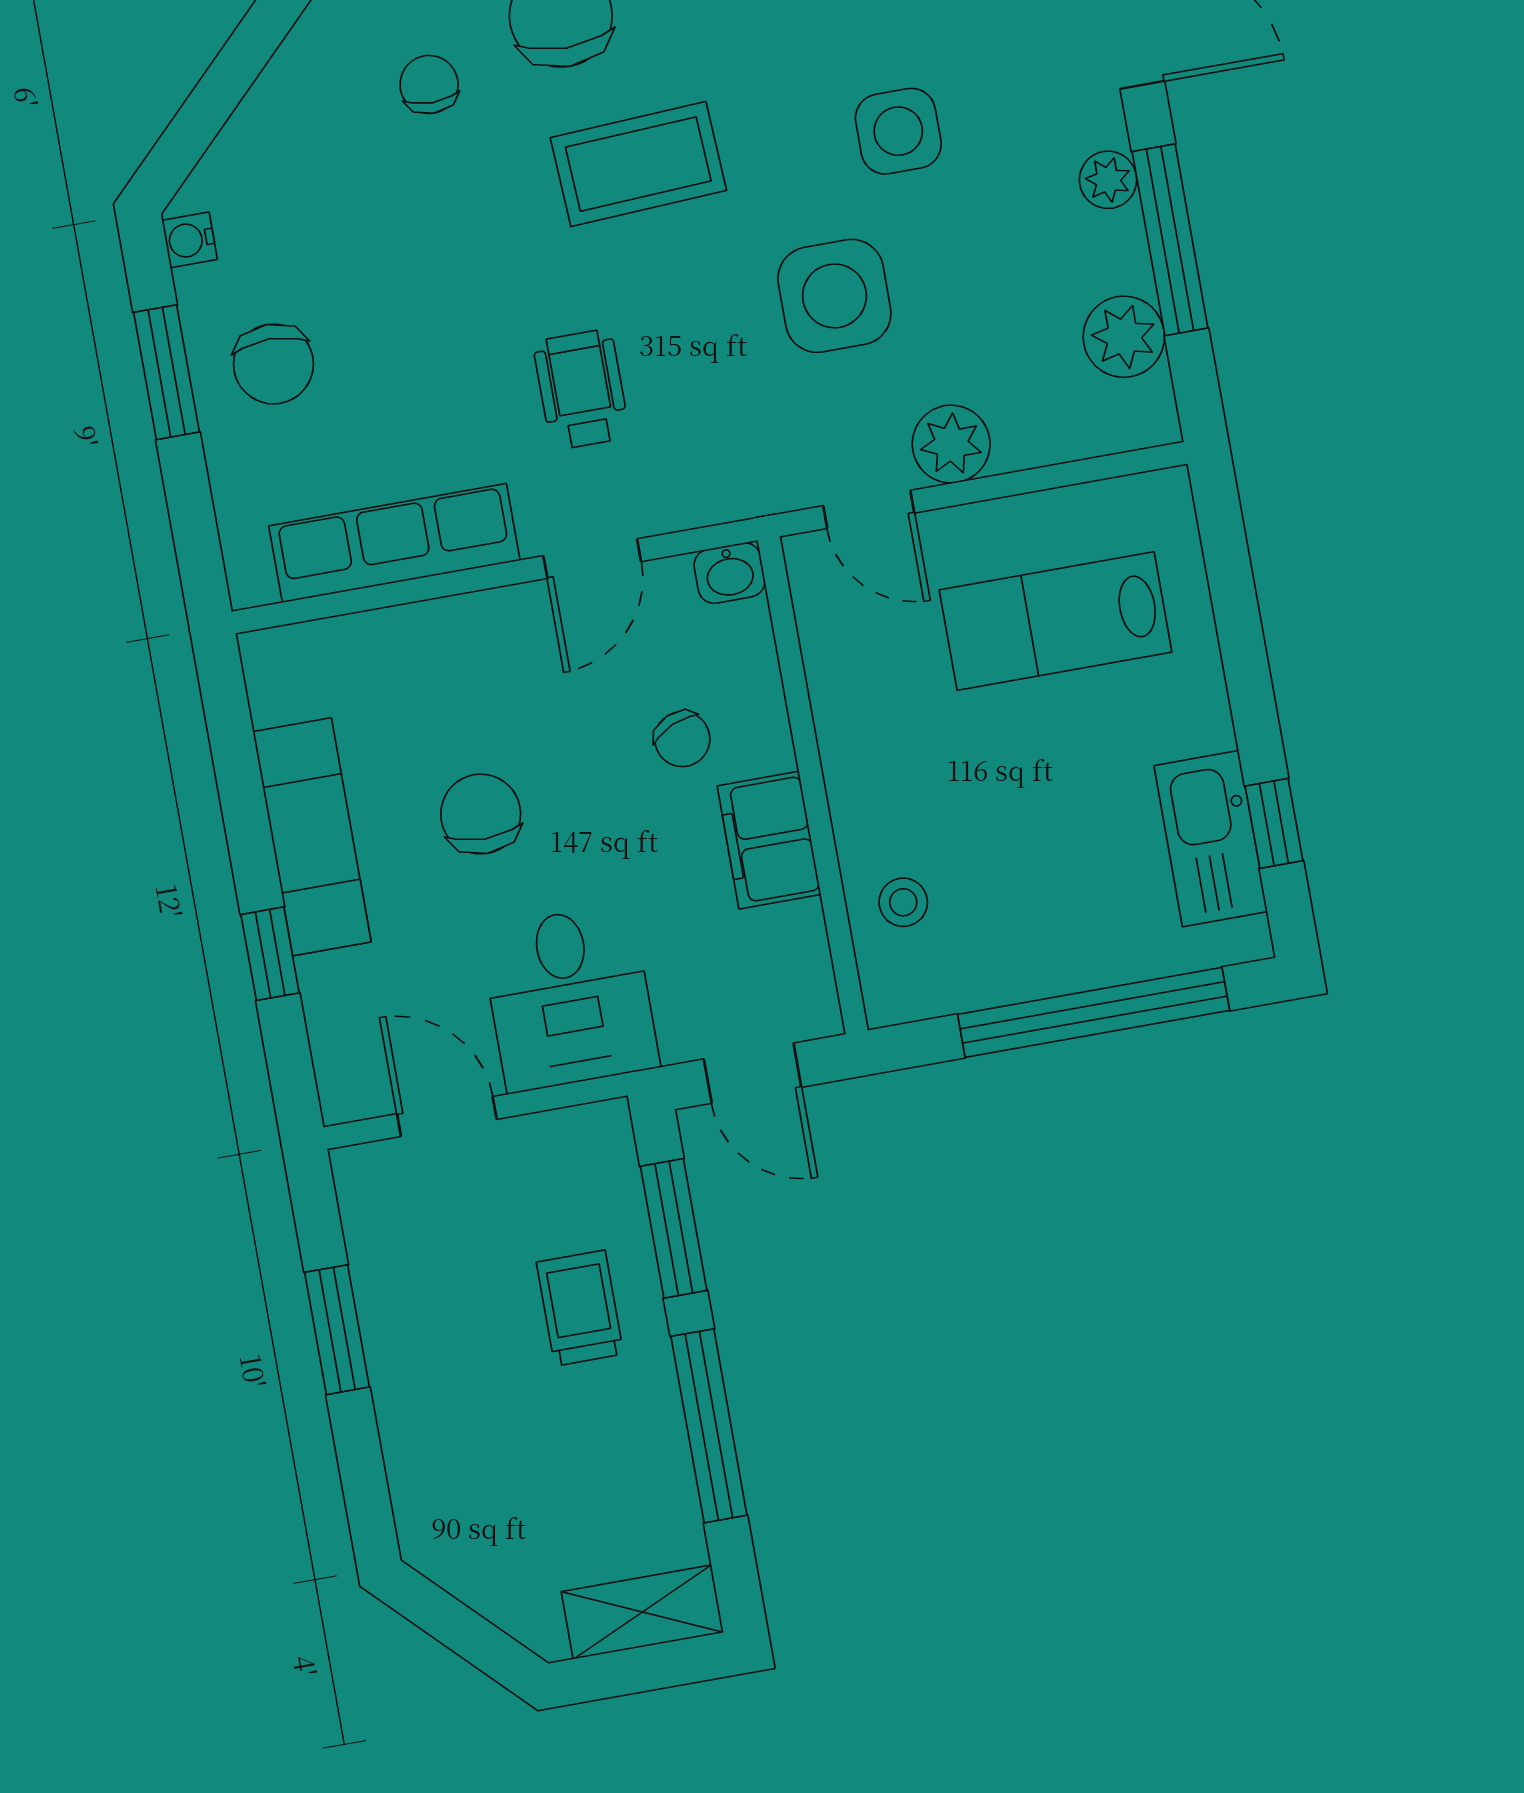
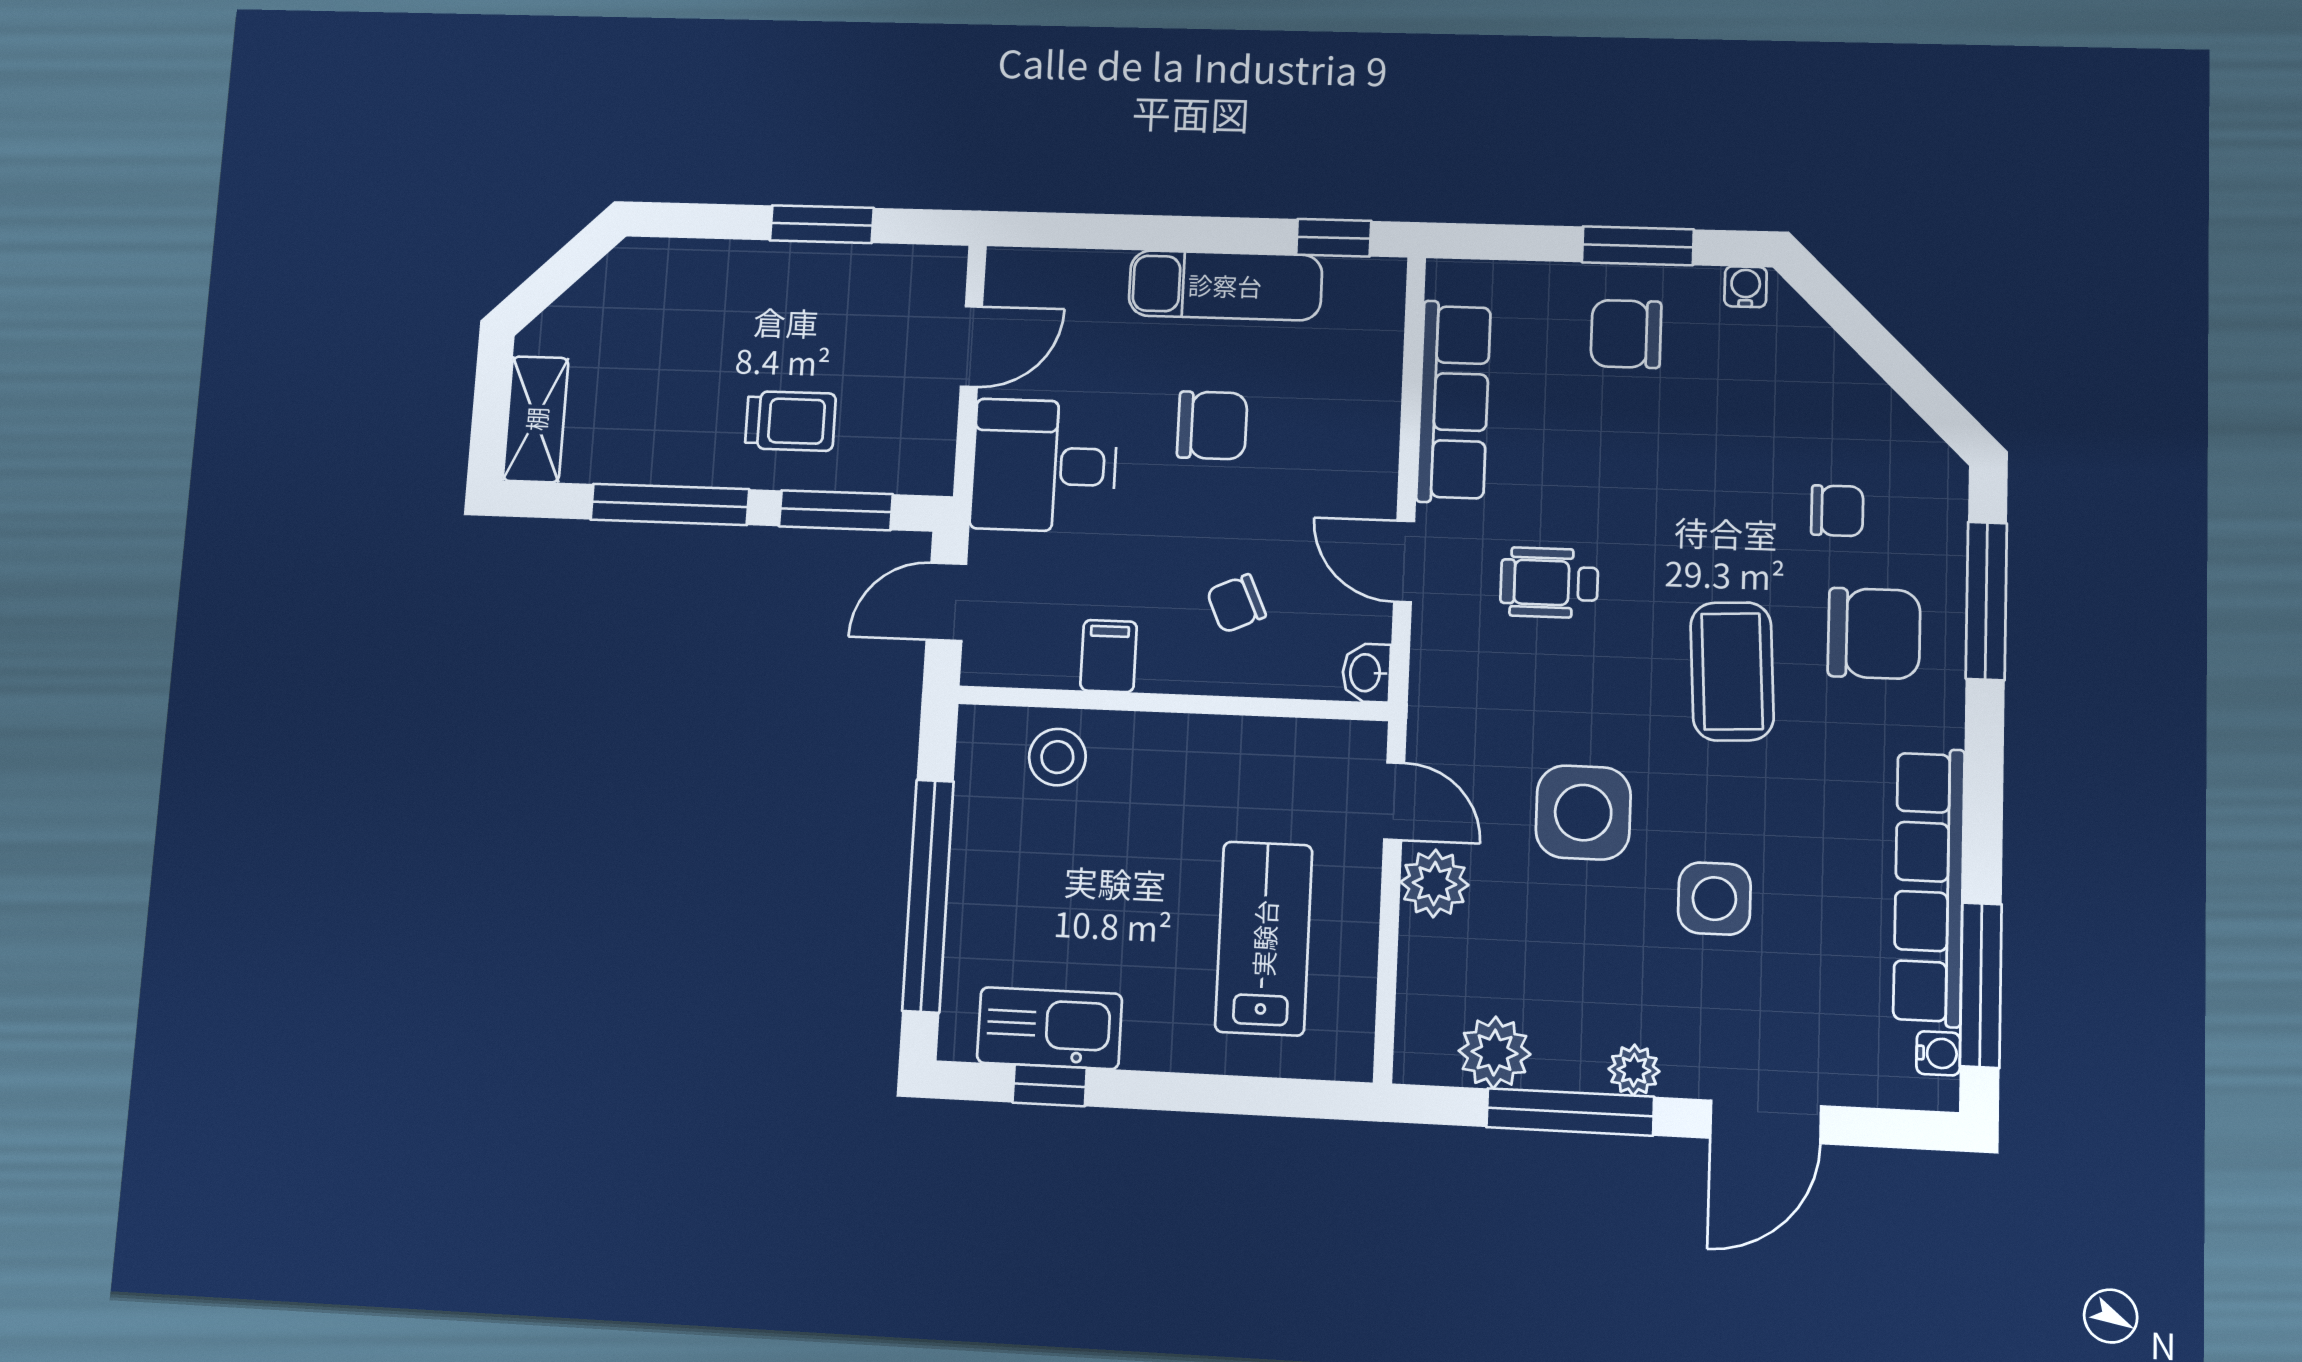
wheelchair: (581, 389) -> (1549, 583), turned 180
door: (869, 509) -> (1394, 801), swing flipped
filing cabinet: (769, 840) -> (1109, 656), width x0.50
stool: (903, 902) -> (1057, 757), width x1.37, depth x1.37
window: (270, 954) -> (1334, 238), moved

